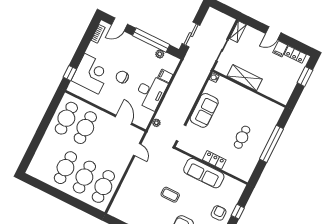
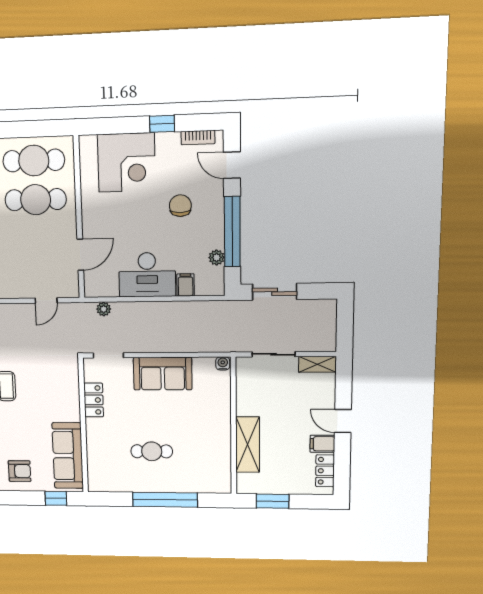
window: (70, 73) -> (162, 124), moved
window: (305, 76) -> (272, 501), moved
chair: (122, 77) -> (180, 206), moved
shelving: (245, 78) -> (248, 445), moved
locker: (214, 160) -> (94, 400), moved
sofa: (204, 173) -> (68, 456), moved
window: (238, 212) -> (56, 498), moved

